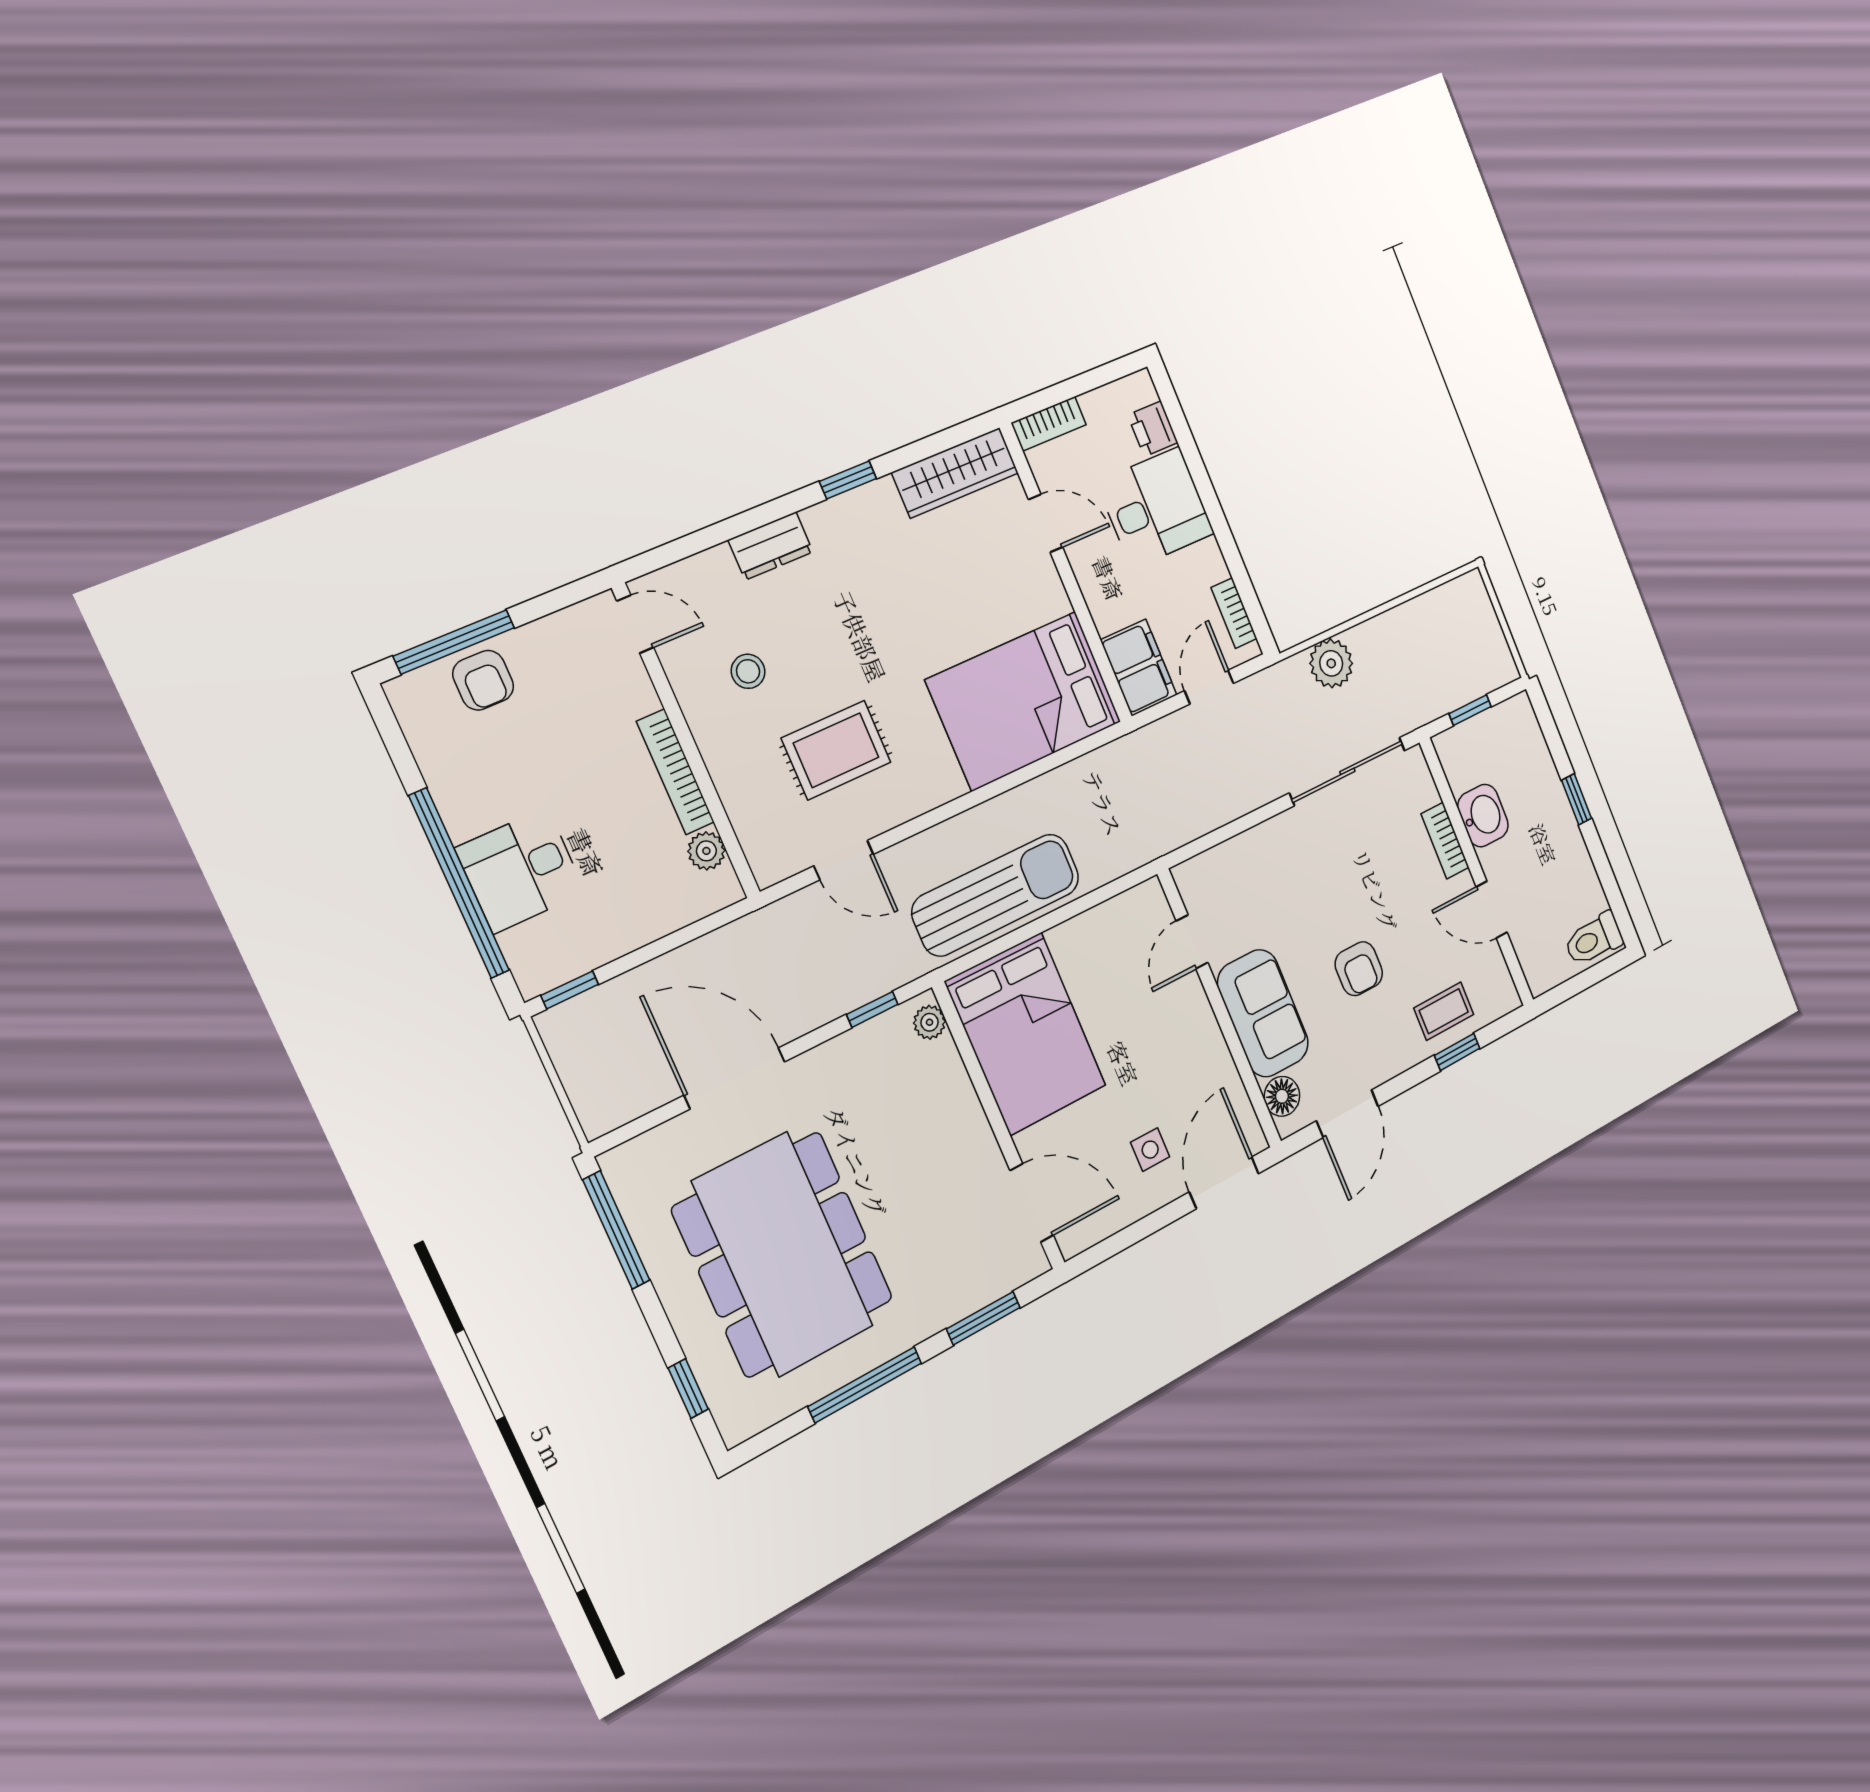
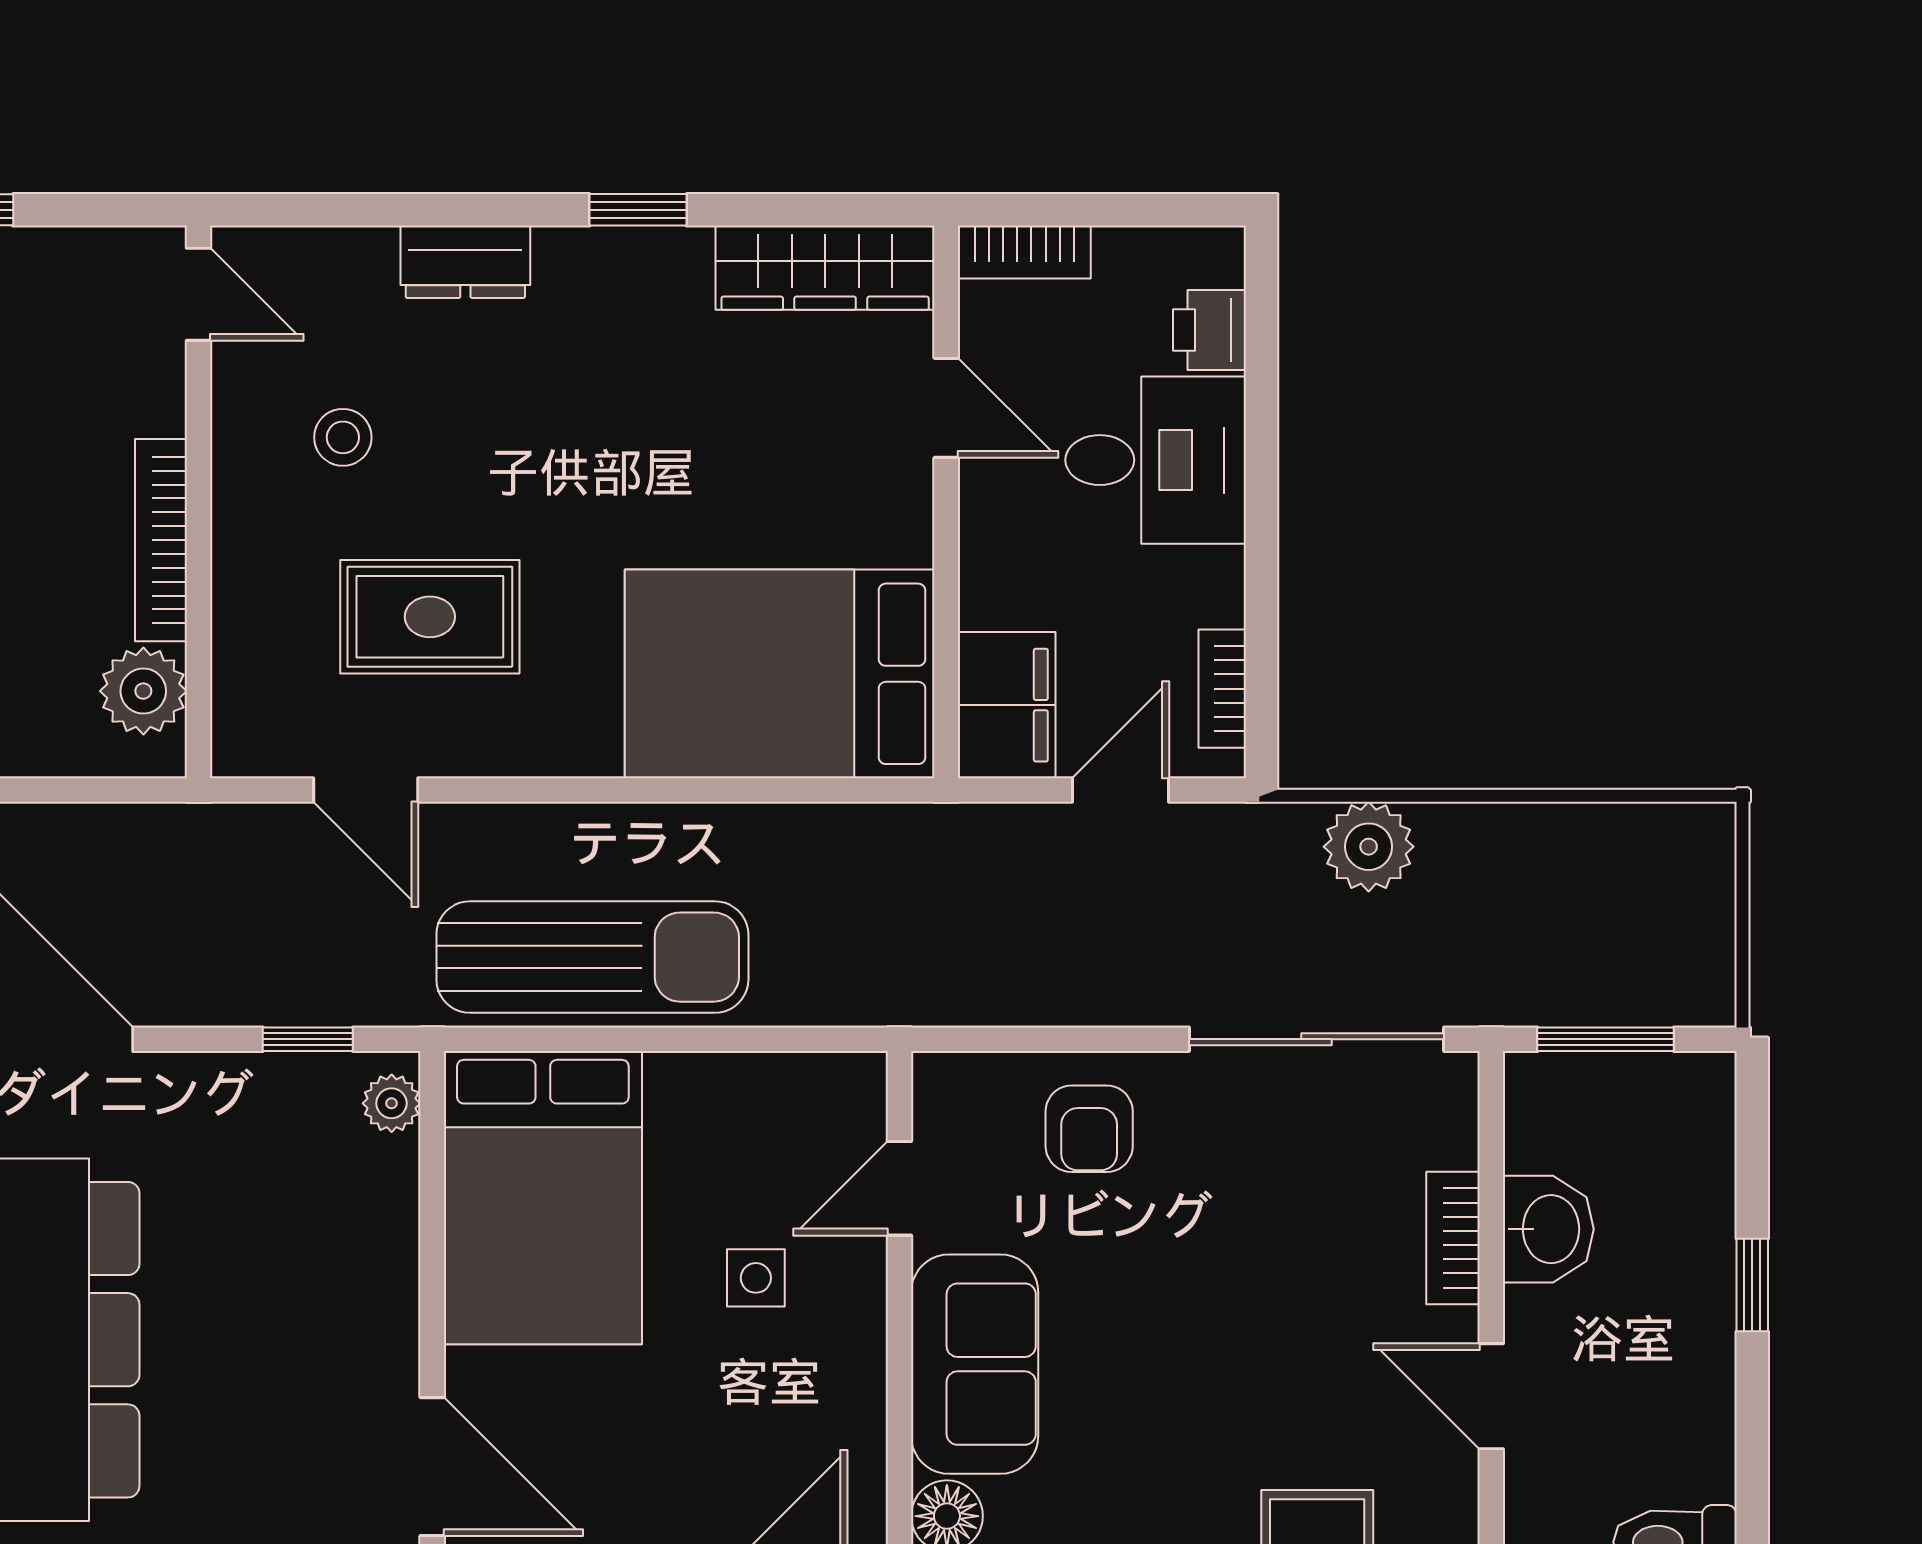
window: (1470, 710) -> (1606, 1039), width x1.50
plant: (706, 851) -> (143, 691), width x1.38, depth x1.38
armchair: (1359, 969) -> (1089, 1129), moved
side table: (1150, 1150) -> (756, 1278), moved

